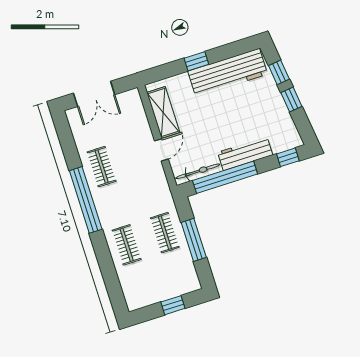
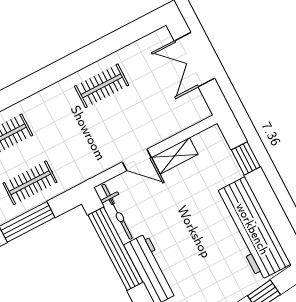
window: (196, 61) -> (246, 158), moved
shelving: (163, 112) -> (175, 156), width x0.67, depth x0.75
window: (86, 200) -> (55, 73), removed

